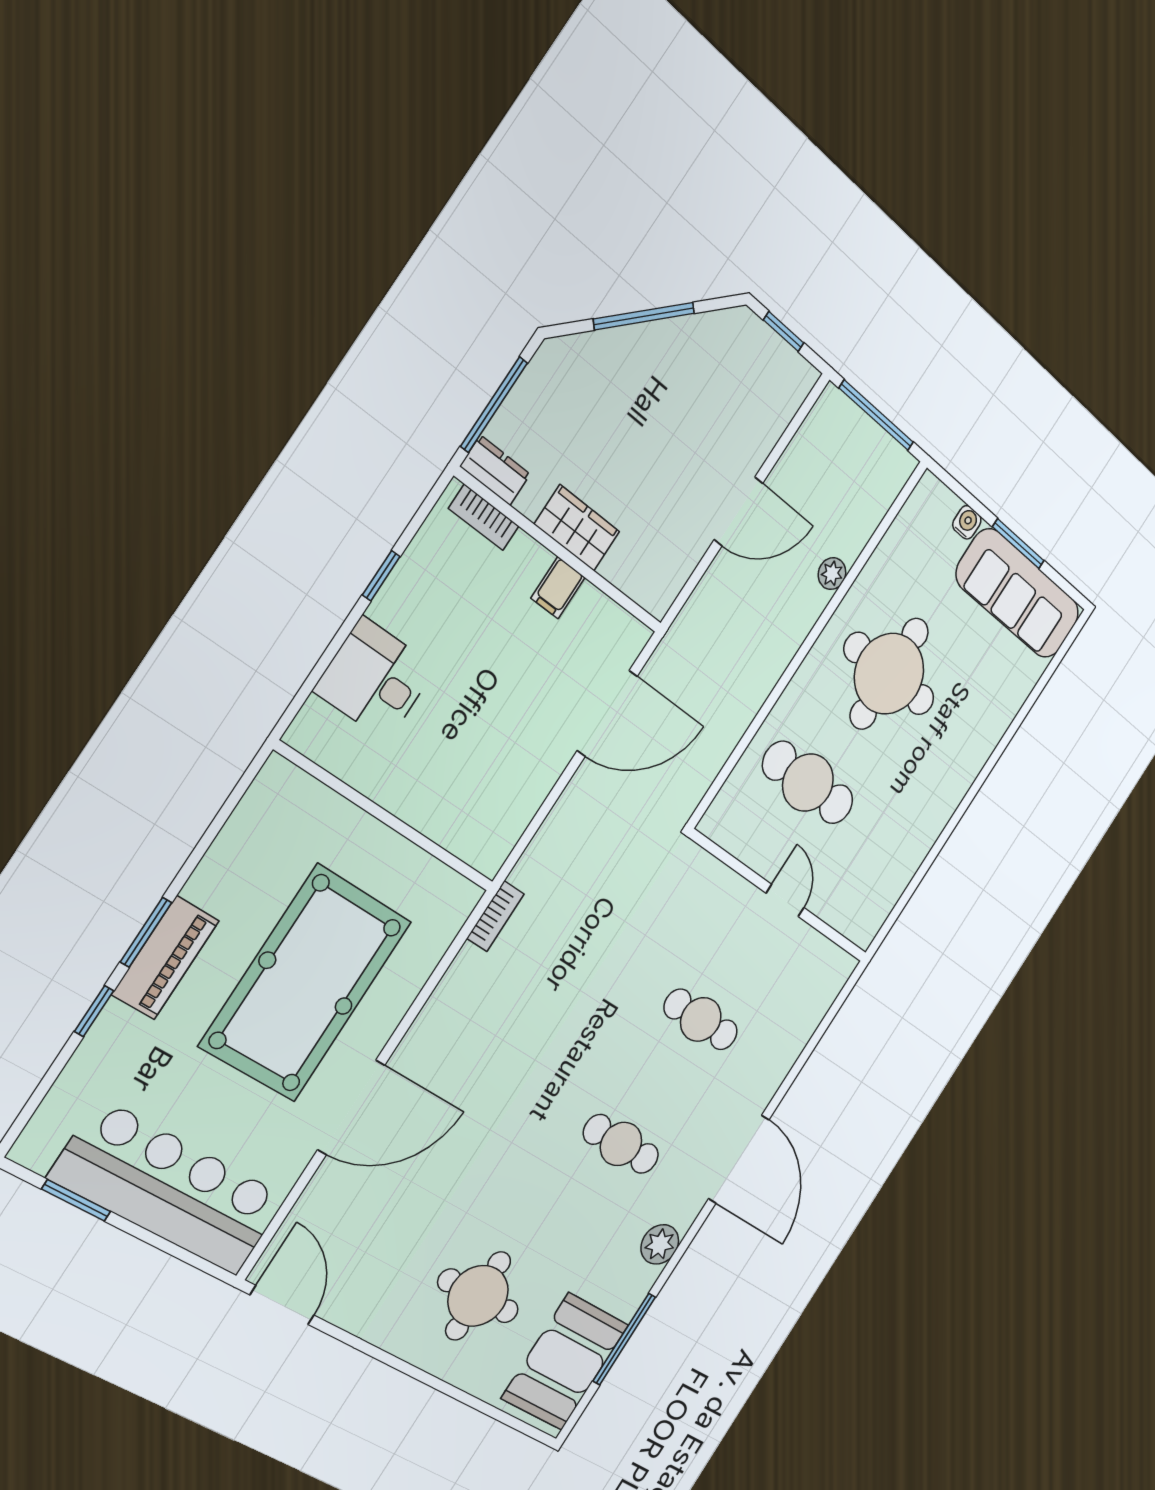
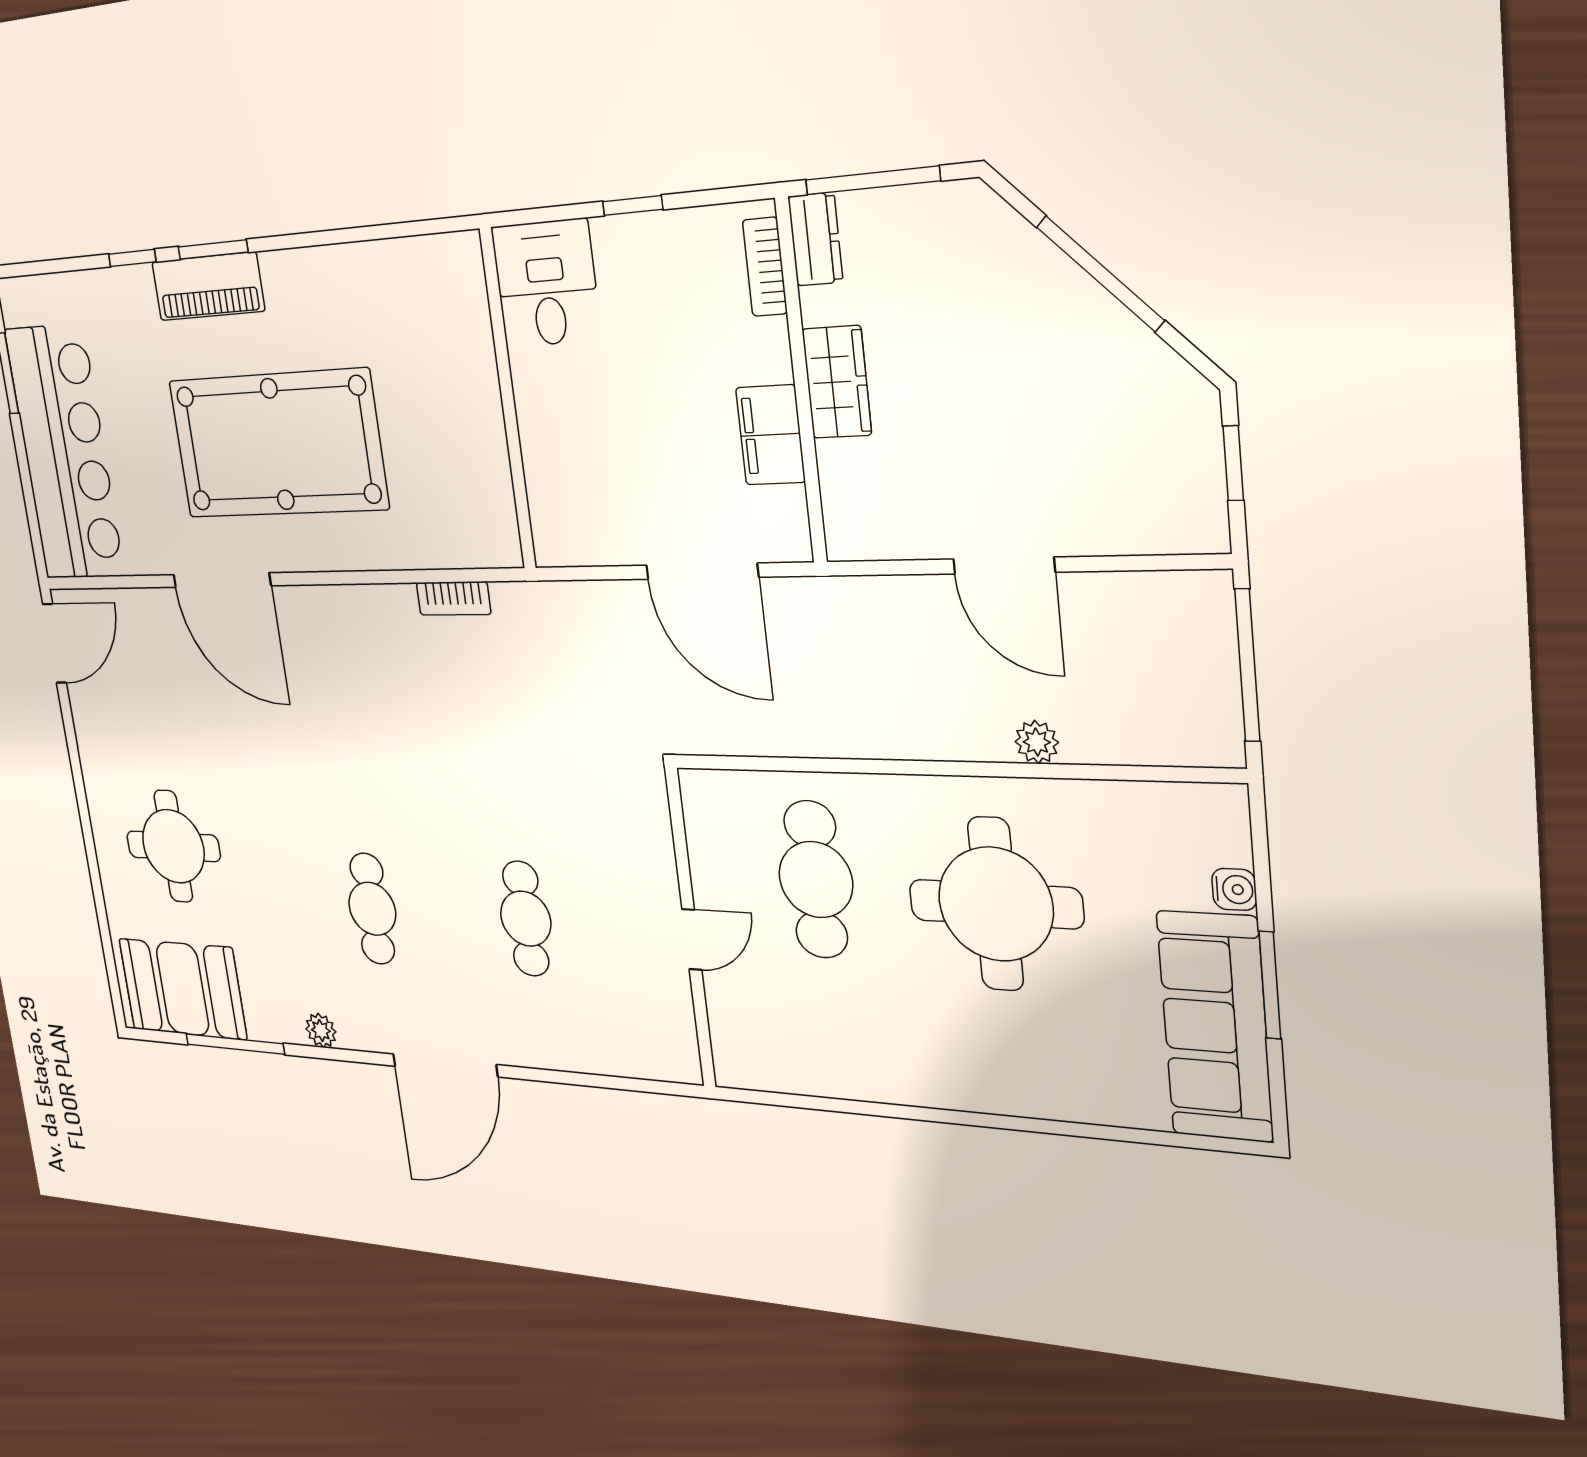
filing cabinet: (558, 588) -> (771, 435), width x2.00
wall: (386, 817) -> (508, 400), moved
plant: (660, 1244) -> (321, 1030), width x0.73, depth x0.73

